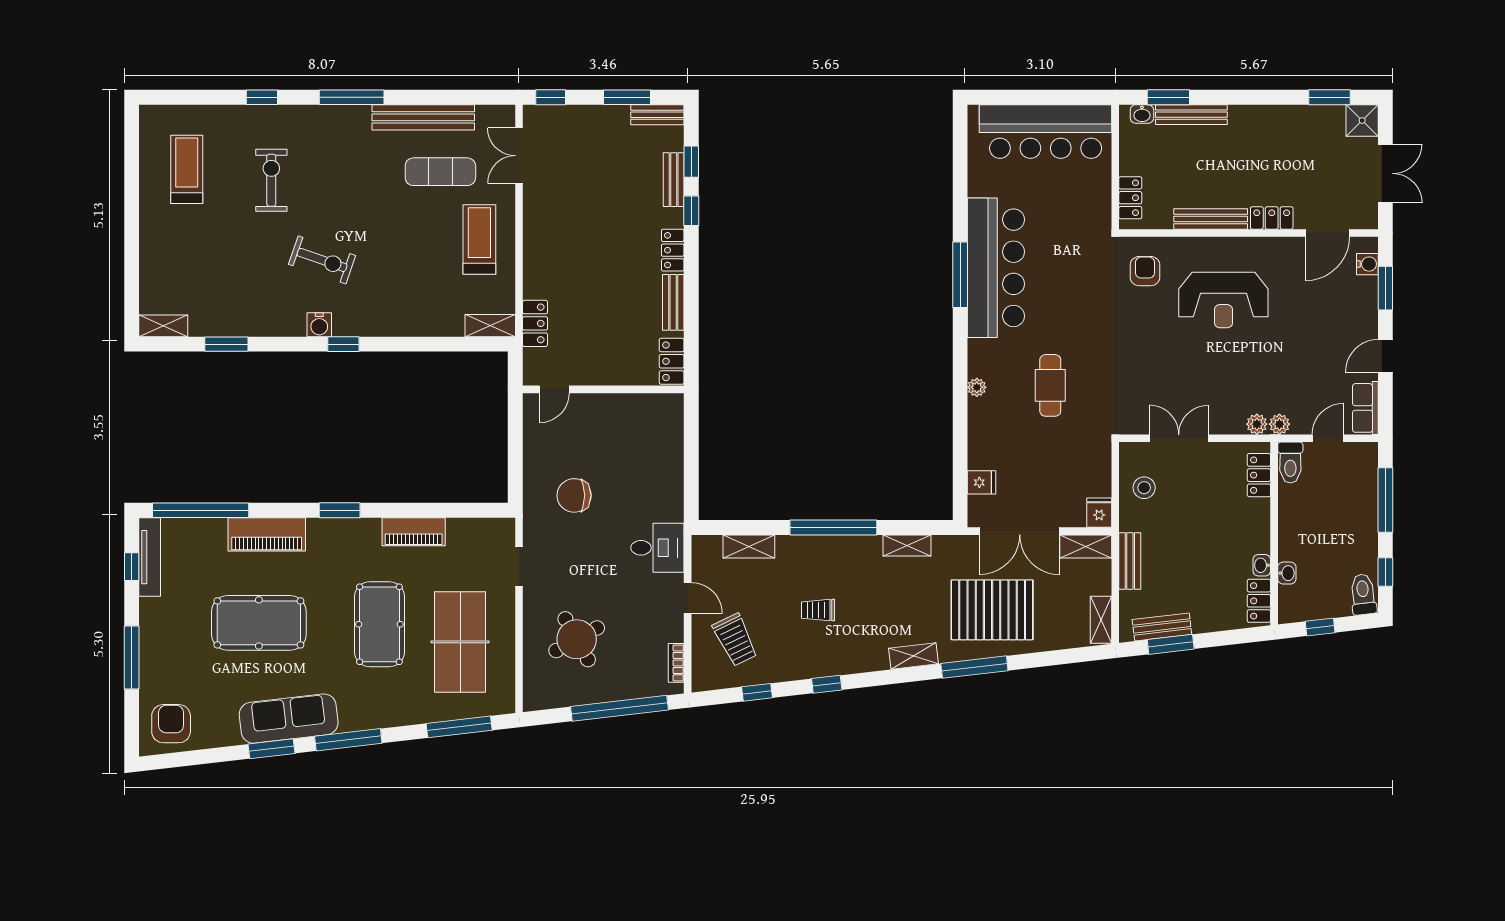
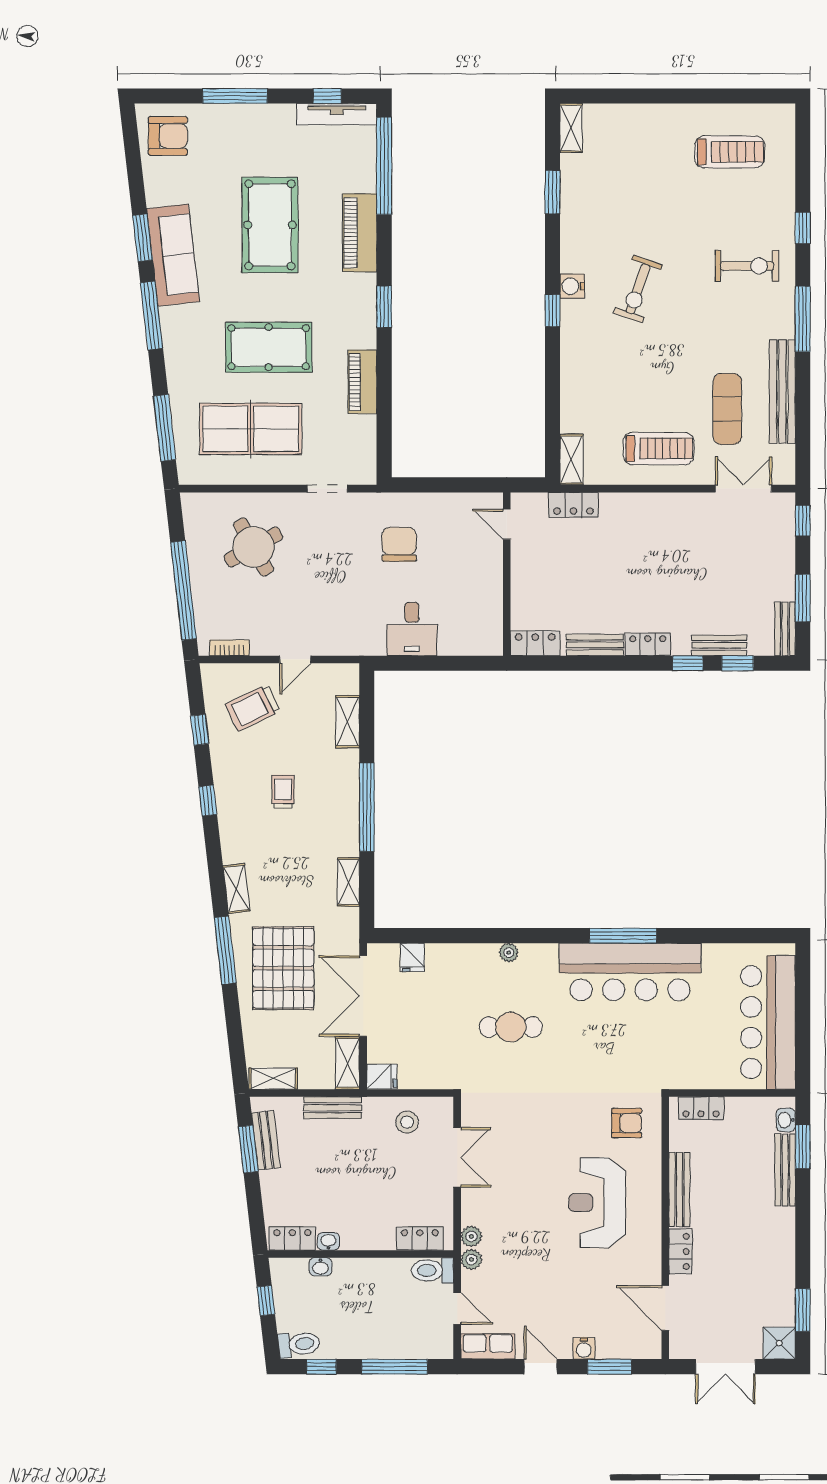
exercise bike: (271, 180) -> (747, 266), moved
water cooler: (1367, 264) -> (584, 1348), moved
desk: (657, 548) -> (412, 629), moved

